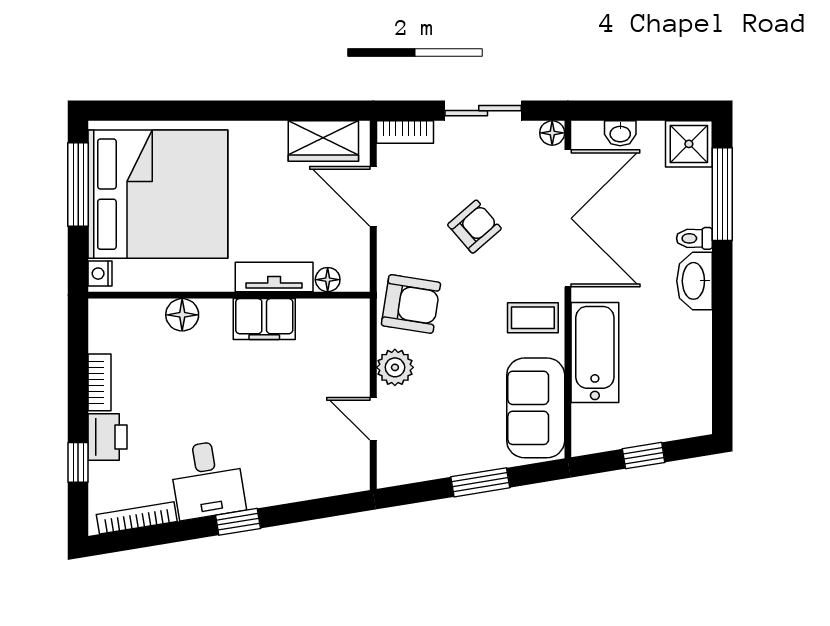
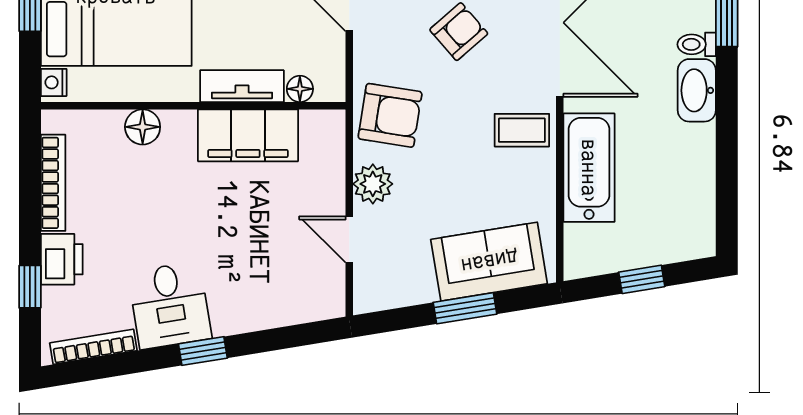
filing cabinet: (264, 319) -> (248, 135), width x1.50, depth x1.17
bookcase: (99, 382) -> (53, 183), width x1.56
sofa: (536, 408) -> (489, 262), moved, turned 81

